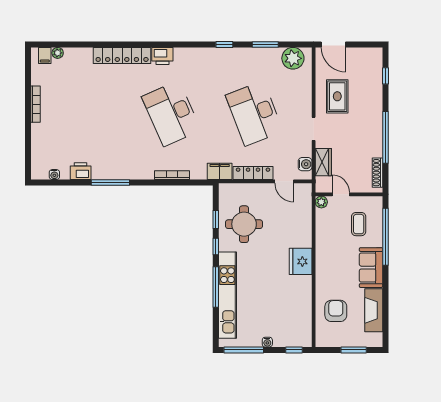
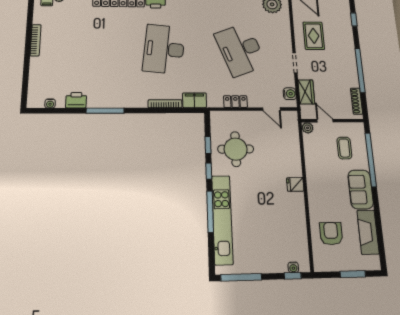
desk: (171, 113) -> (164, 49), turned 30
filing cabinet: (220, 171) -> (195, 100), moved
locker: (253, 173) -> (235, 102), width x0.66
fridge: (301, 261) -> (295, 184), width x0.53, depth x0.75
water cooler: (267, 342) -> (293, 267), moved

